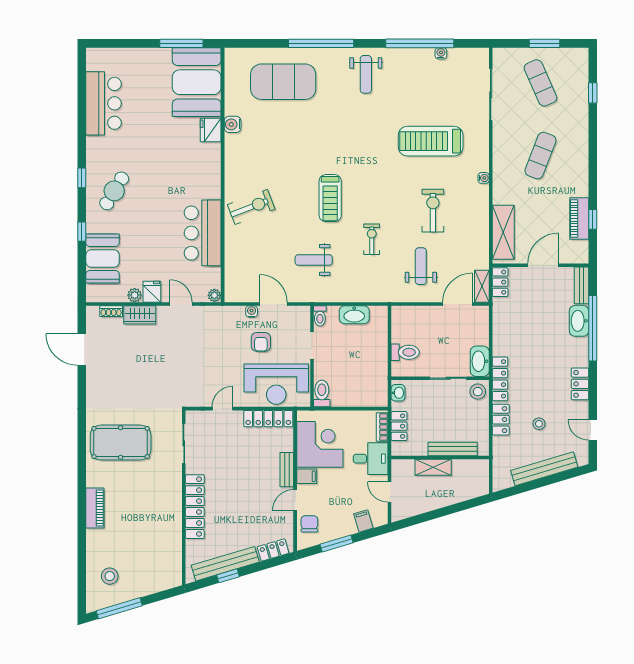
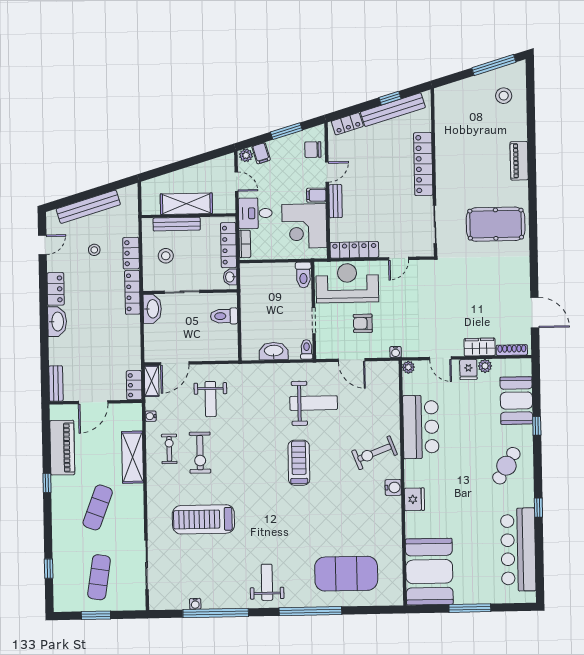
window: (181, 43) -> (470, 608), moved
exercise mat: (540, 83) -> (99, 577), turned 33
bar counter: (104, 103) -> (518, 550), width x1.36
water cooler: (233, 124) -> (393, 487), moved
fridge: (211, 130) -> (414, 499), moved
treadmill: (431, 141) -> (203, 519), turned 180
window: (82, 178) -> (538, 508), moved
water cooler: (484, 178) -> (151, 416), moved
piano: (579, 219) -> (62, 448), width x1.37, depth x1.33
window: (593, 219) -> (47, 483), moved
shelving: (503, 232) -> (133, 457), moved
exercise bike: (372, 239) -> (169, 449), moved, turned 180
weight bench: (314, 260) -> (314, 403), width x1.36, depth x1.33
shoe rack: (111, 311) -> (512, 350), width x1.43
water cooler: (252, 311) -> (396, 352), moved
washbasin: (579, 321) -> (57, 322), moved
window: (593, 328) -> (44, 343), removed
armchair: (261, 342) -> (363, 323), turned -90
stool: (478, 392) -> (166, 256), moved
locker: (399, 426) -> (229, 245), width x1.53
door: (593, 430) -> (42, 245), hinge flipped
shelving: (433, 467) -> (186, 204), width x1.50, depth x1.33
plant: (379, 519) -> (246, 155), added
chair: (309, 524) -> (313, 150), turned 90

